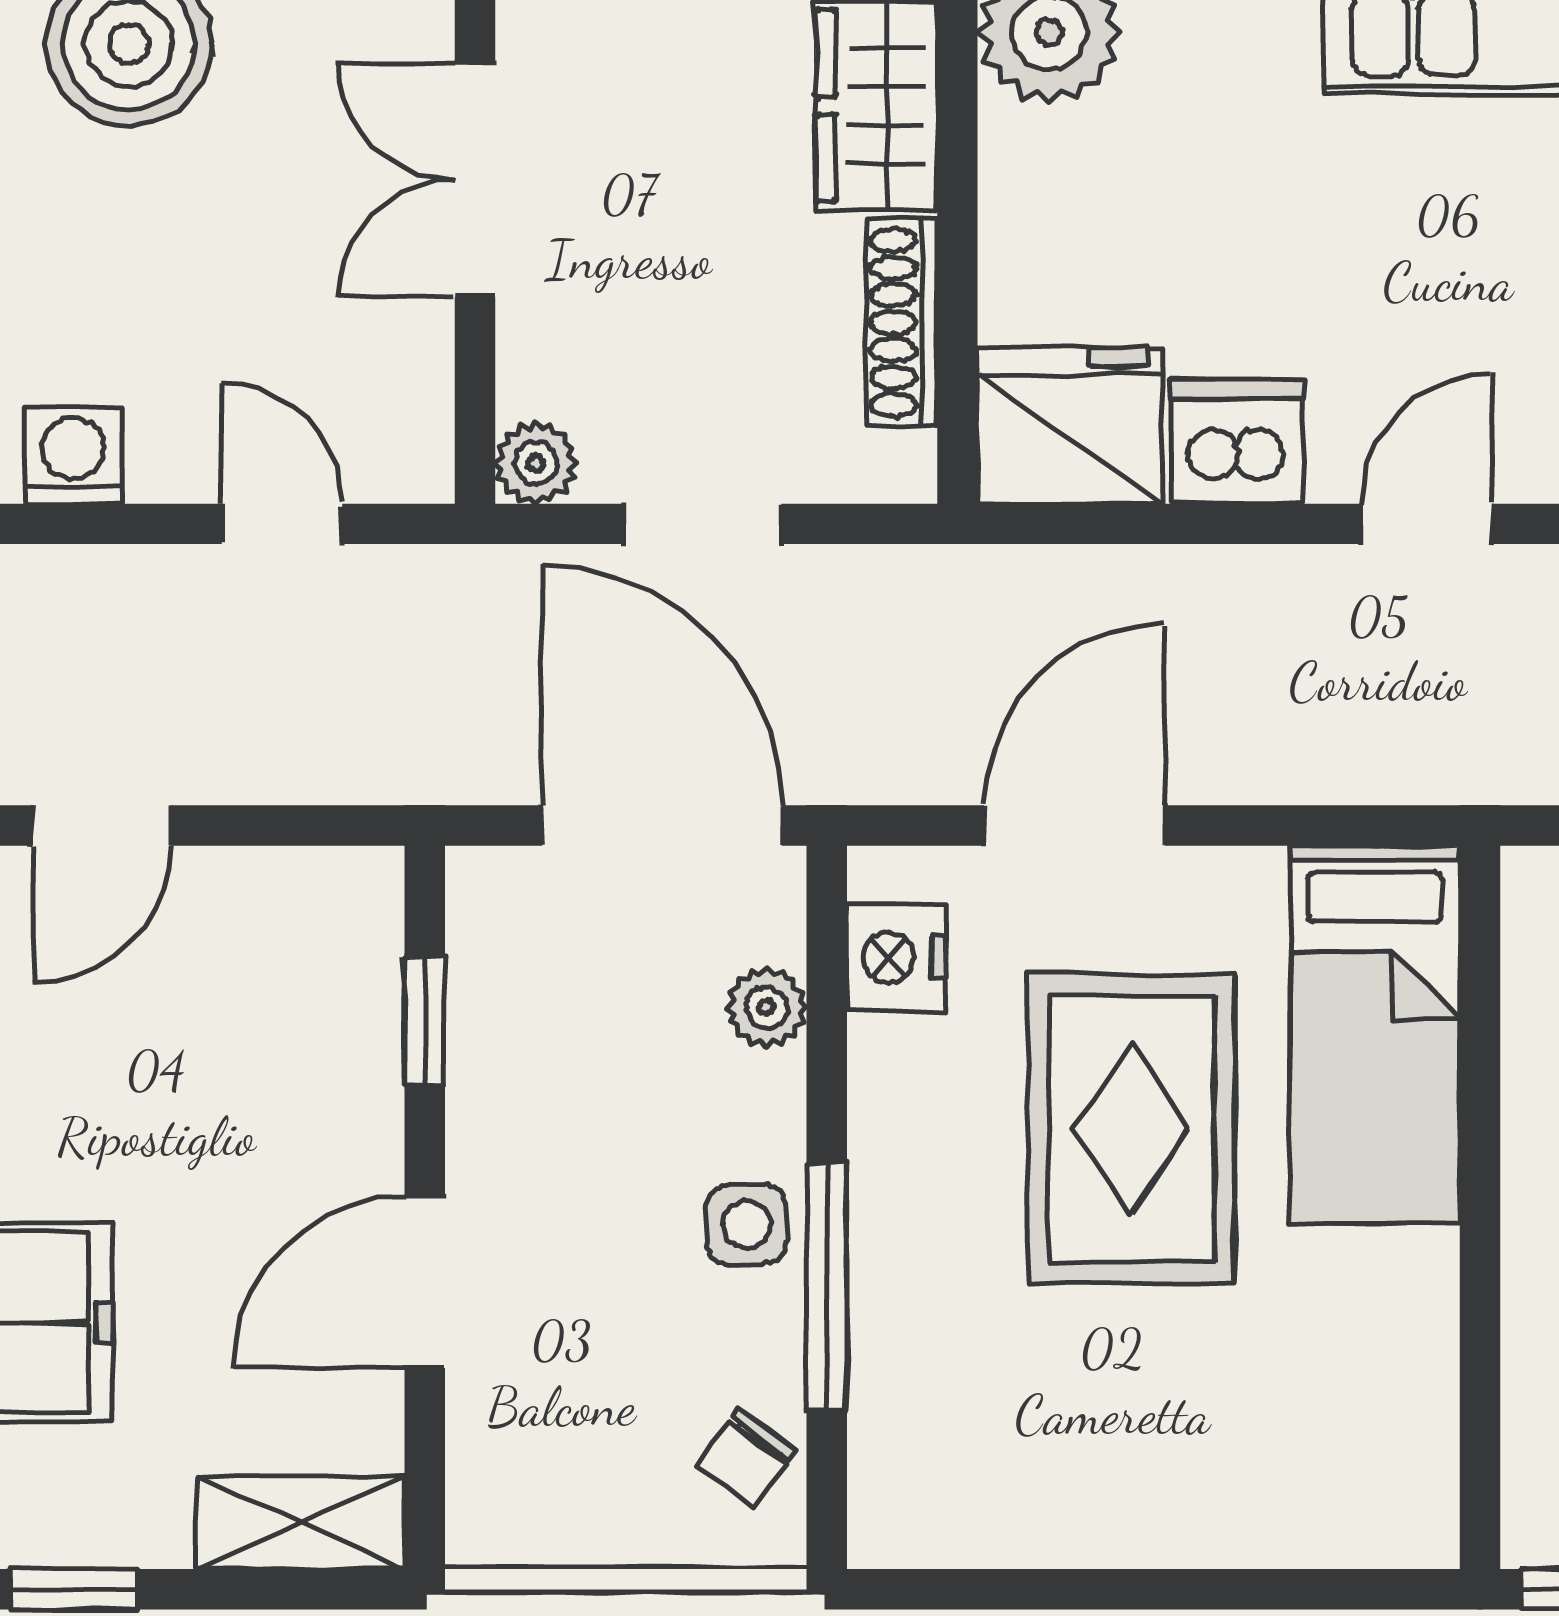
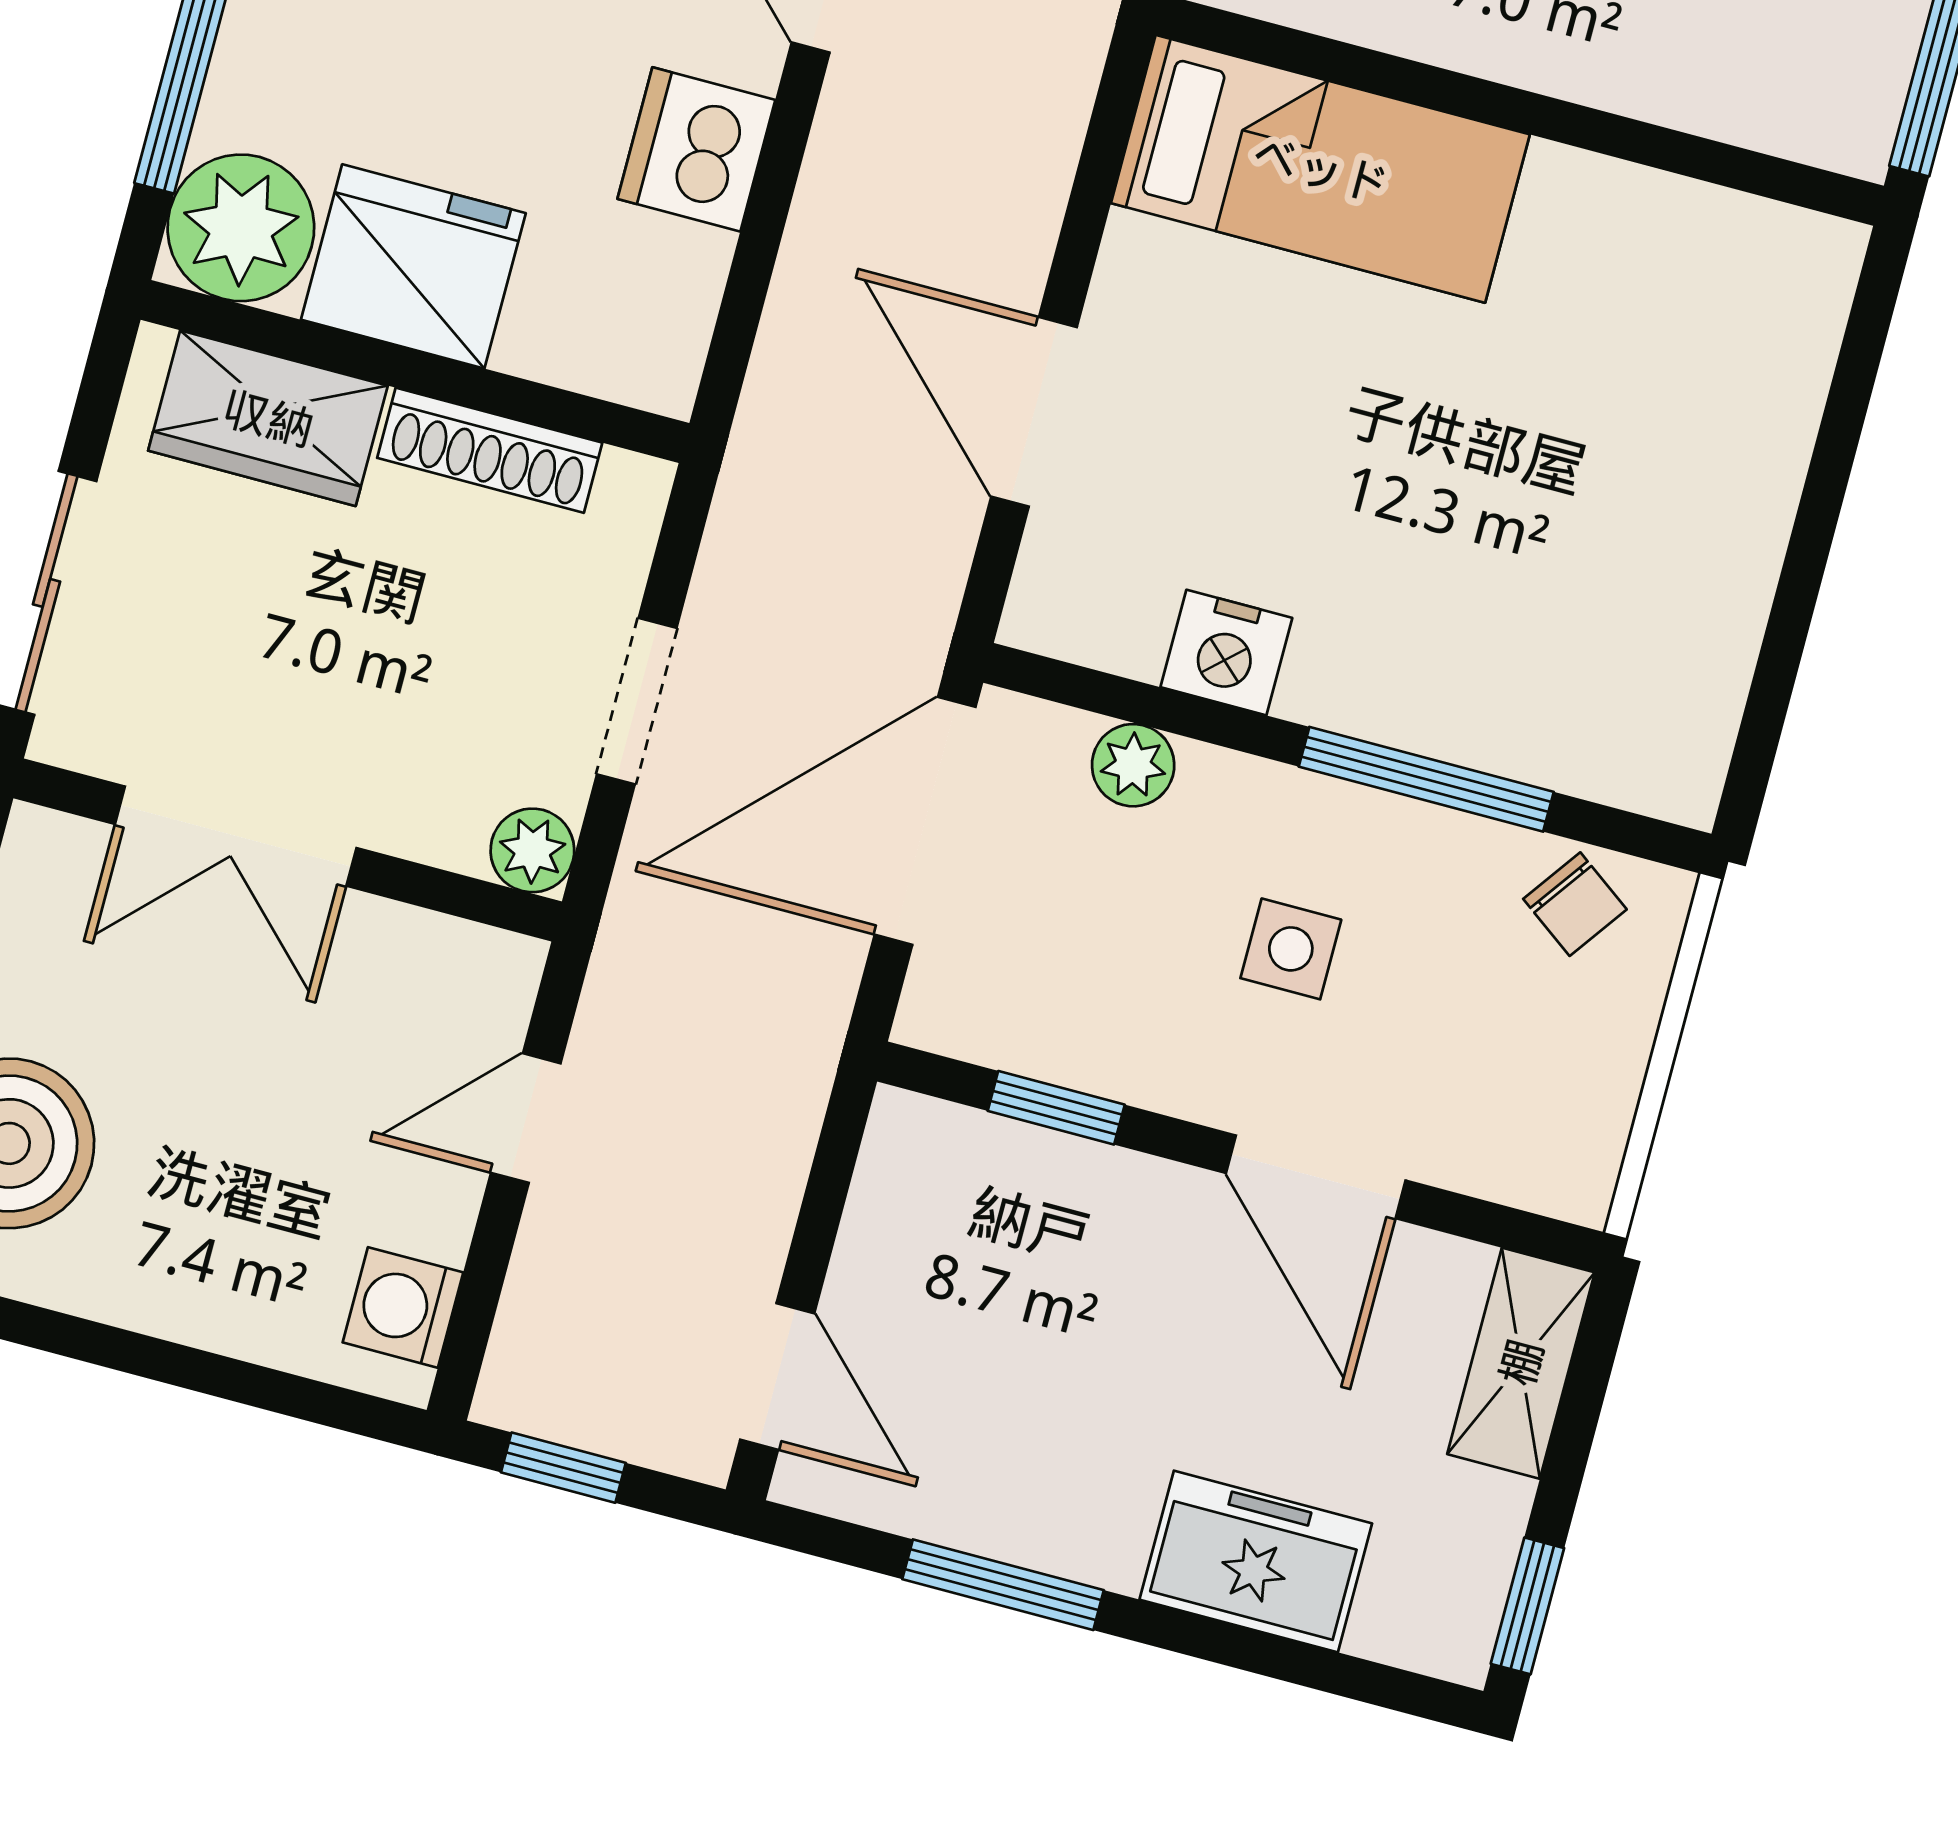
fridge: (1070, 425) -> (413, 266), moved, turned 90
nightstand: (896, 958) -> (1226, 653), moved
rug: (1131, 1129) -> (1350, 435), removed
side table: (747, 1224) -> (1291, 949), moved

